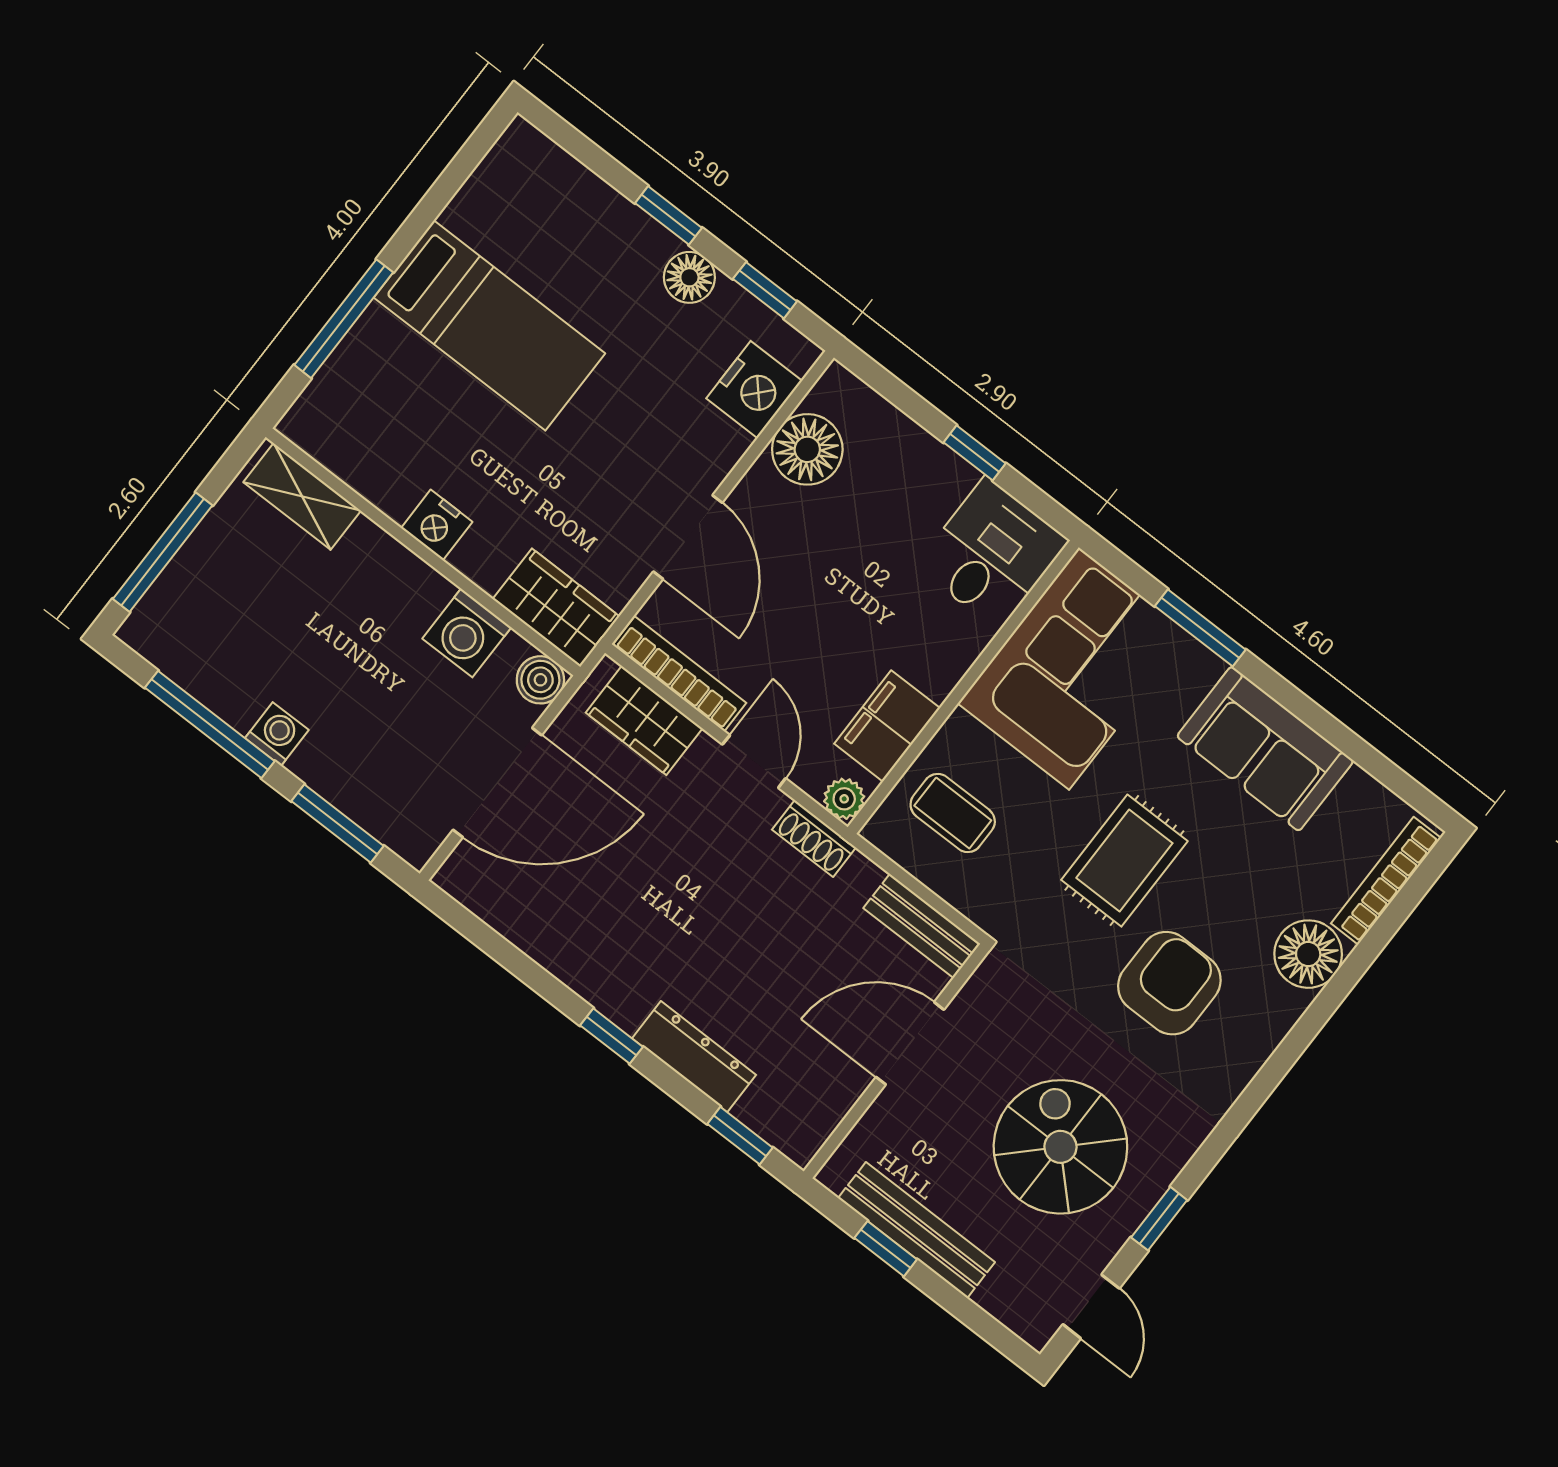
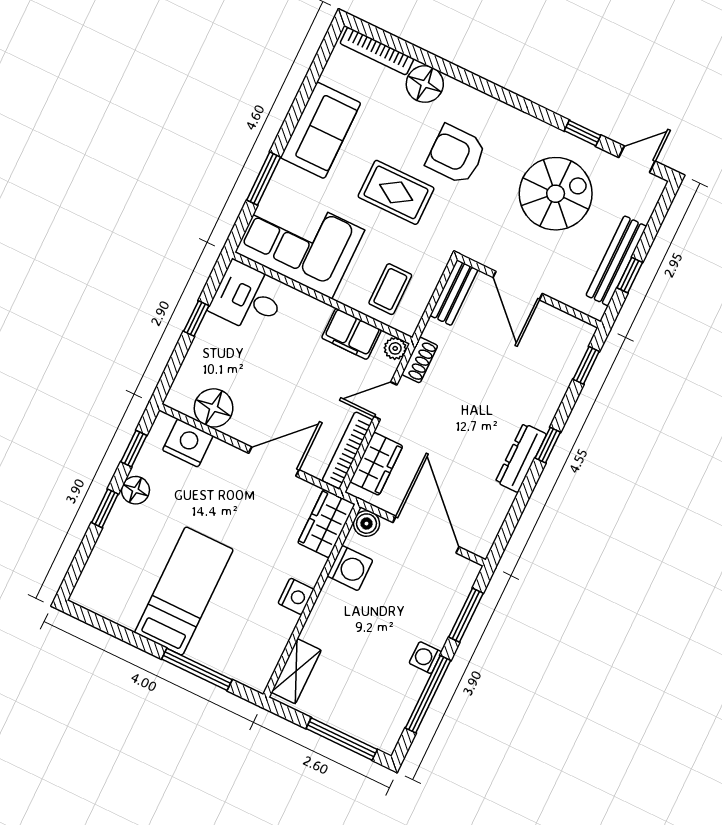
dresser: (694, 1057) -> (521, 458), moved
spiral stairs: (1060, 1147) -> (556, 194), turned 180

